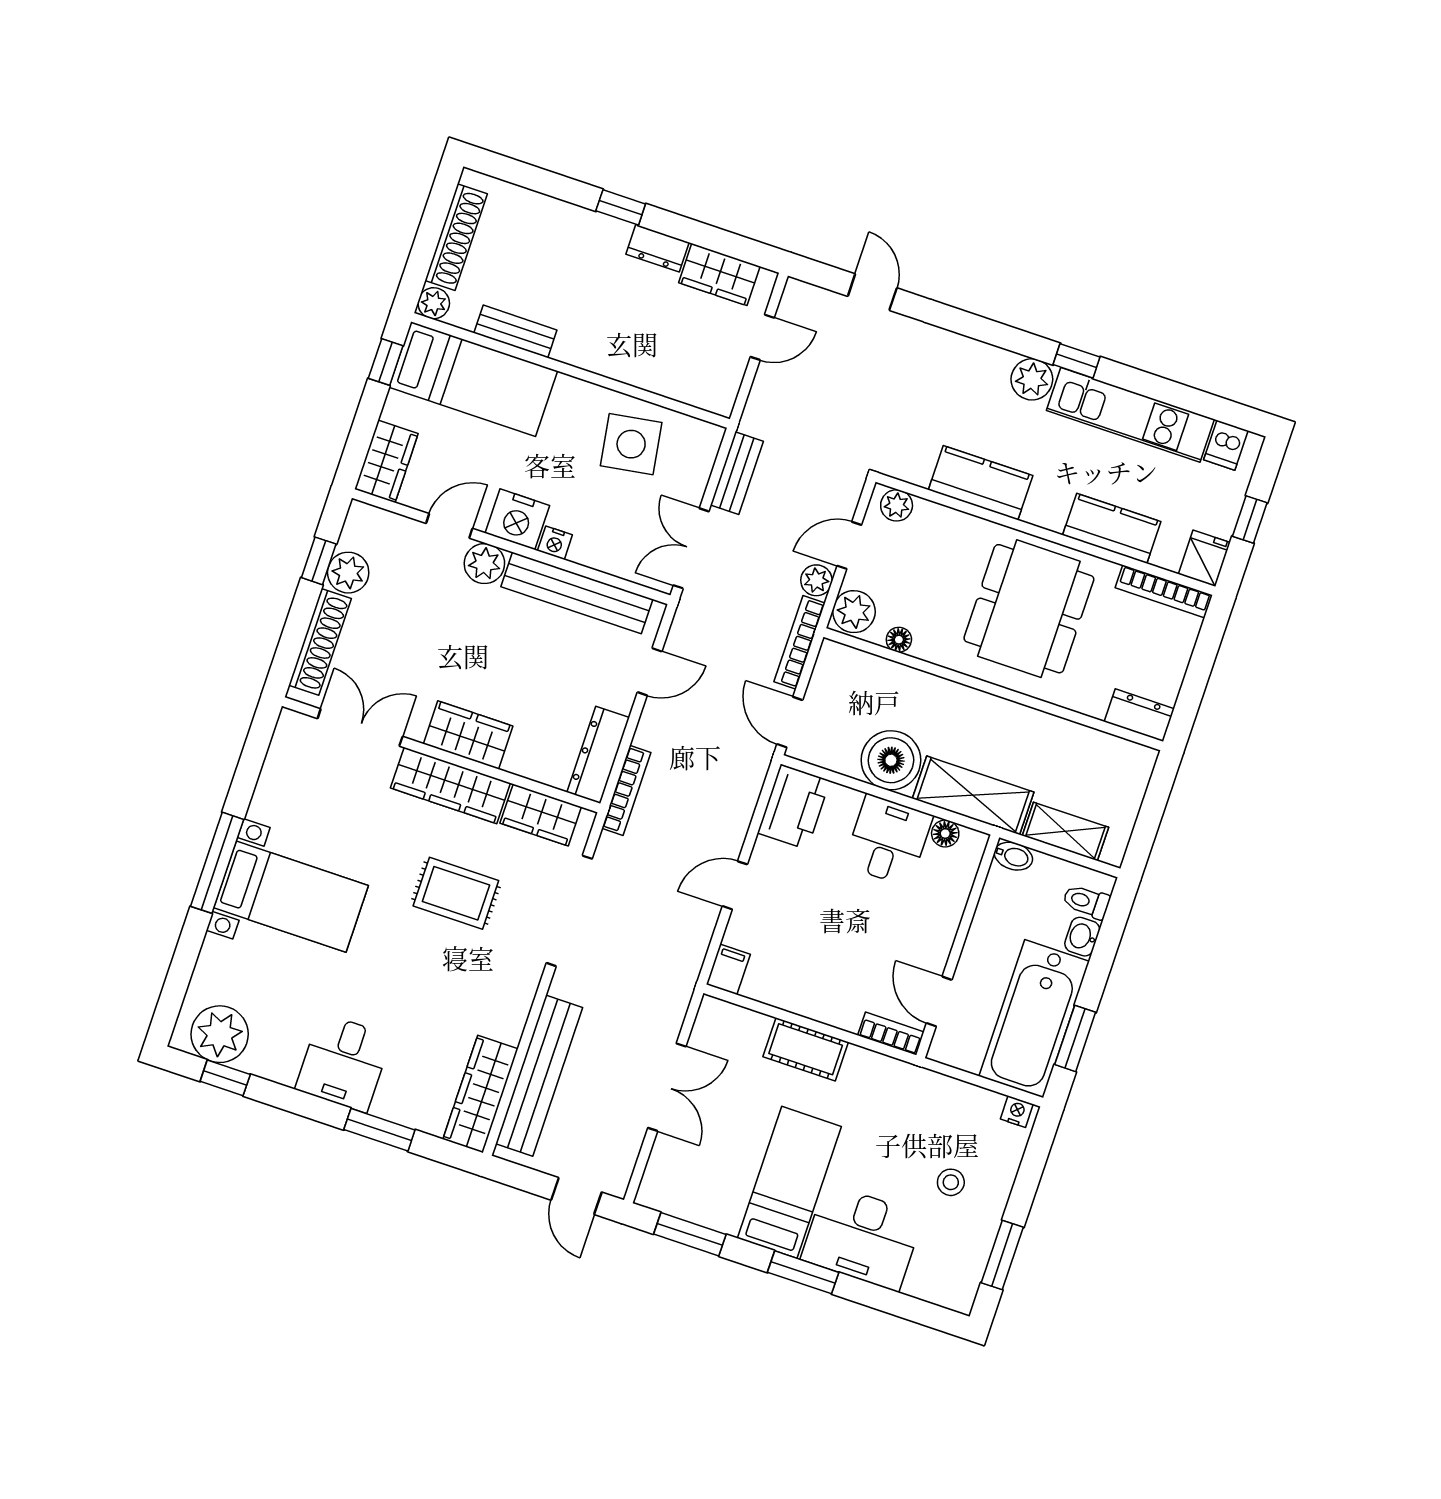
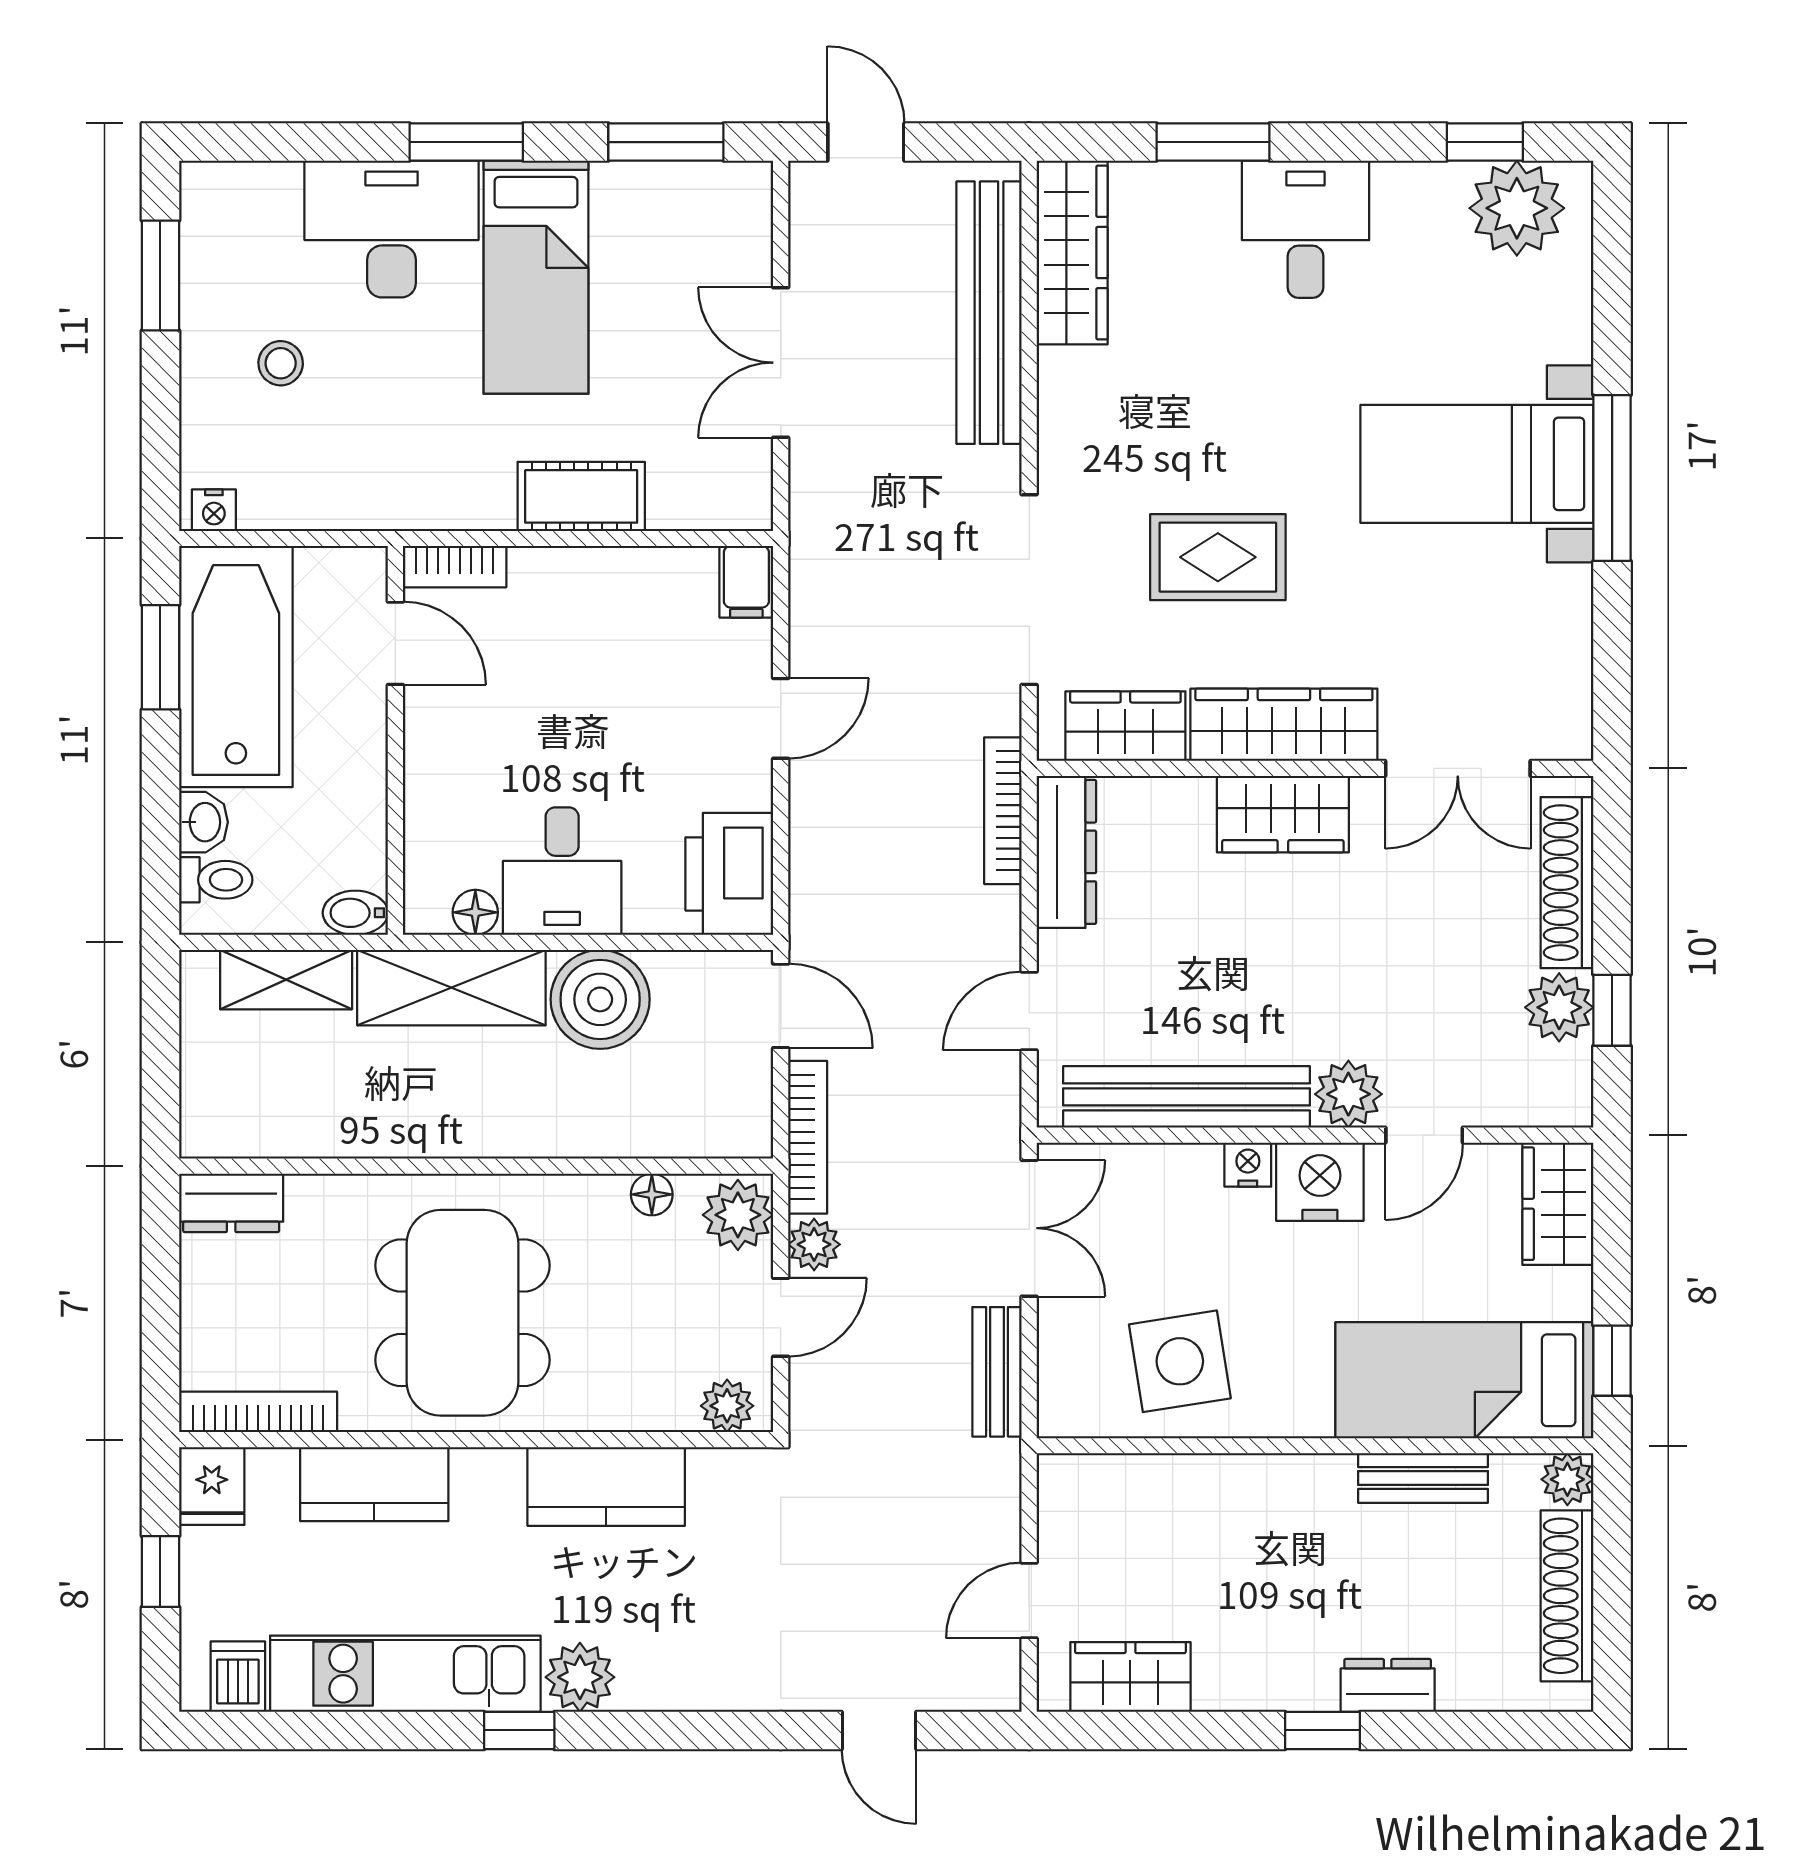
dresser: (657, 248) -> (1388, 1685), moved

